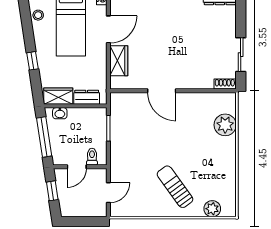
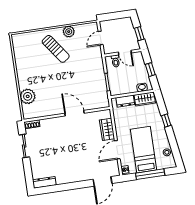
window: (44, 137) -> (150, 70), width x0.46
door: (77, 167) -> (125, 53), swing flipped
plant: (212, 209) -> (69, 32), moved

